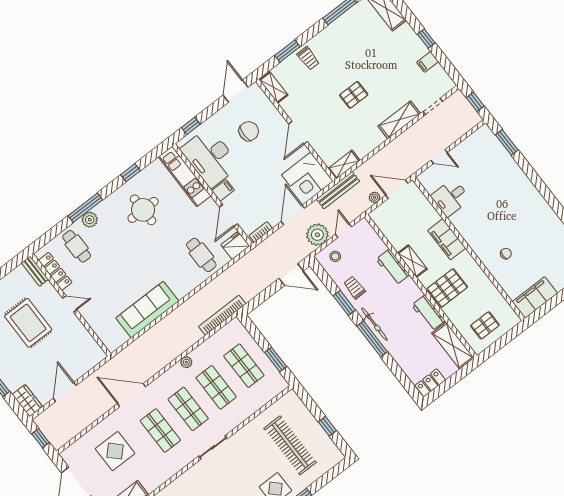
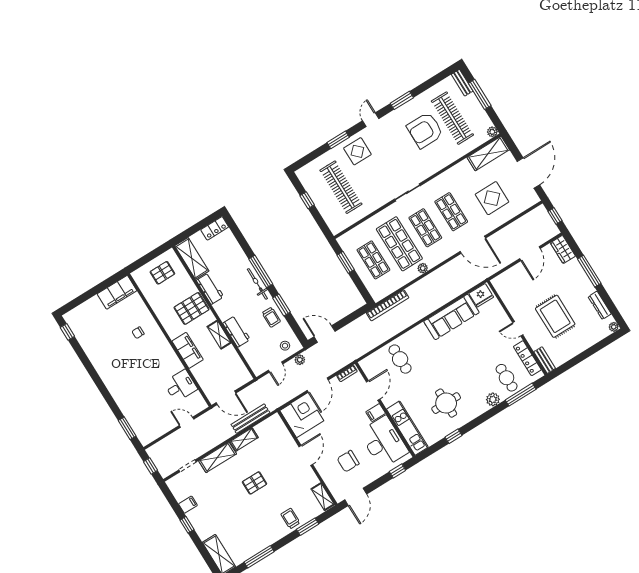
shelving: (344, 164) -> (244, 439), moved
bench: (338, 190) -> (250, 419), moved
plant: (375, 197) -> (246, 393), removed
window: (85, 208) -> (521, 395), moved
plant: (317, 235) -> (300, 360), width x0.53, depth x0.53
fridge: (235, 245) -> (481, 295), moved
shop shelf: (216, 387) -> (399, 244), width x1.43, depth x1.36

